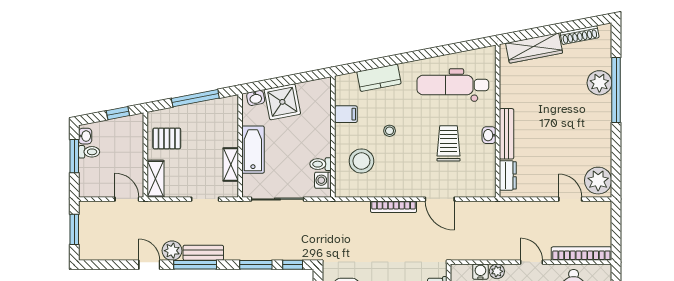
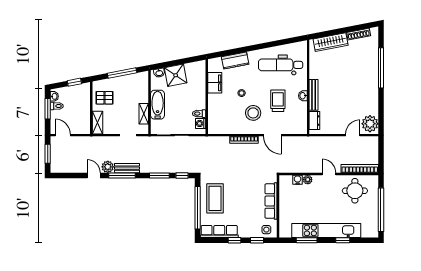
plant: (599, 83) -> (371, 64), removed
filing cabinet: (346, 114) -> (215, 83), width x2.00
stool: (361, 161) -> (253, 113), moved
door: (127, 199) -> (63, 135), moved
door: (570, 199) -> (353, 135), hinge flipped

